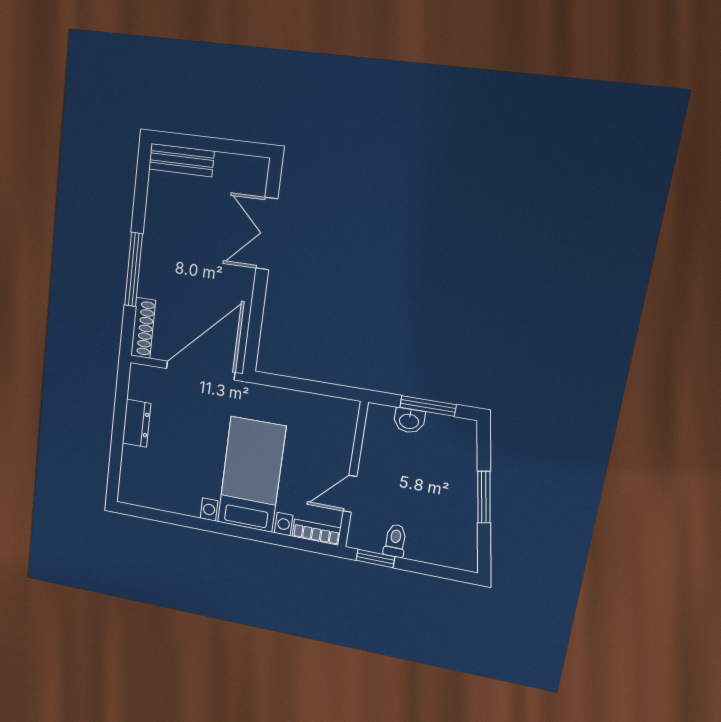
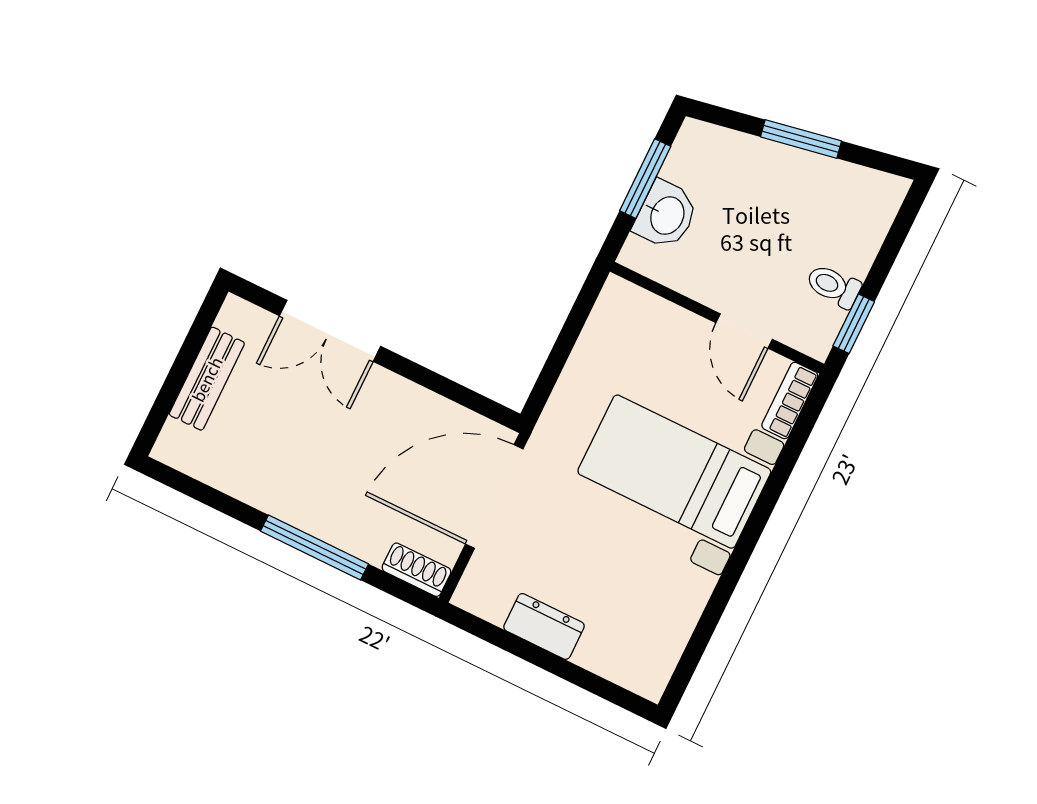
bench: (181, 160) -> (207, 379), moved
shoe rack: (143, 328) -> (416, 570), width x0.70
door: (201, 371) -> (494, 497), hinge flipped
washbasin: (409, 421) -> (666, 215), width x1.38, depth x1.45

